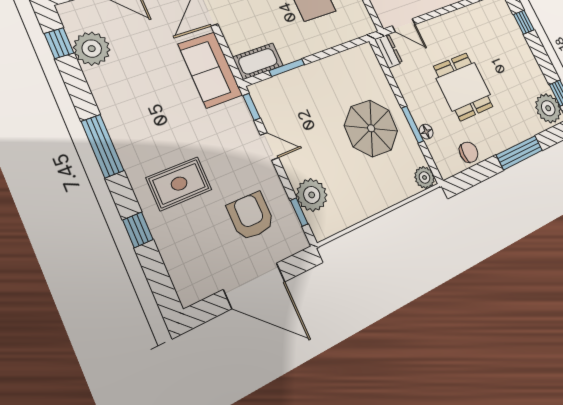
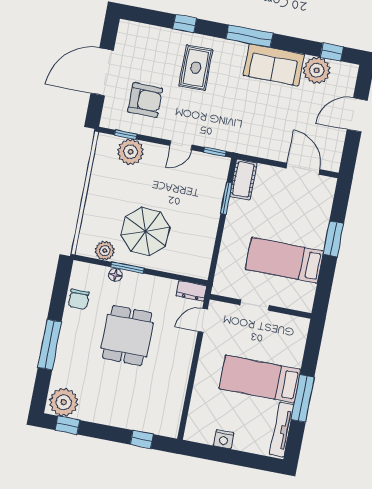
sofa: (210, 70) -> (274, 65), moved, turned 180
dining table: (463, 87) -> (127, 336), turned 90
plant: (425, 177) -> (105, 251), moved

